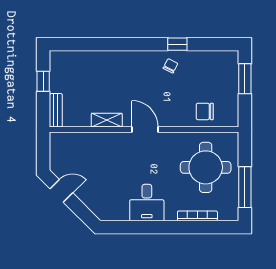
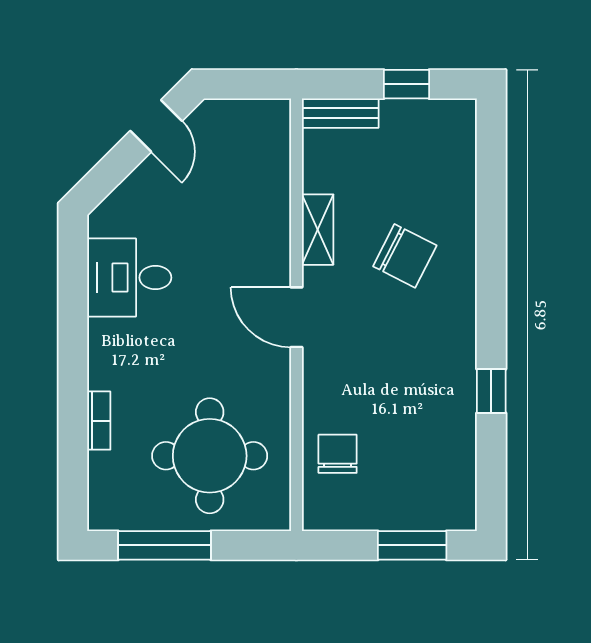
chair: (171, 66) -> (405, 256), moved, width x1.87, depth x1.87
door: (145, 129) -> (296, 317), swing flipped
desk: (147, 203) -> (129, 278), moved
bookcase: (197, 216) -> (99, 421), width x0.64

